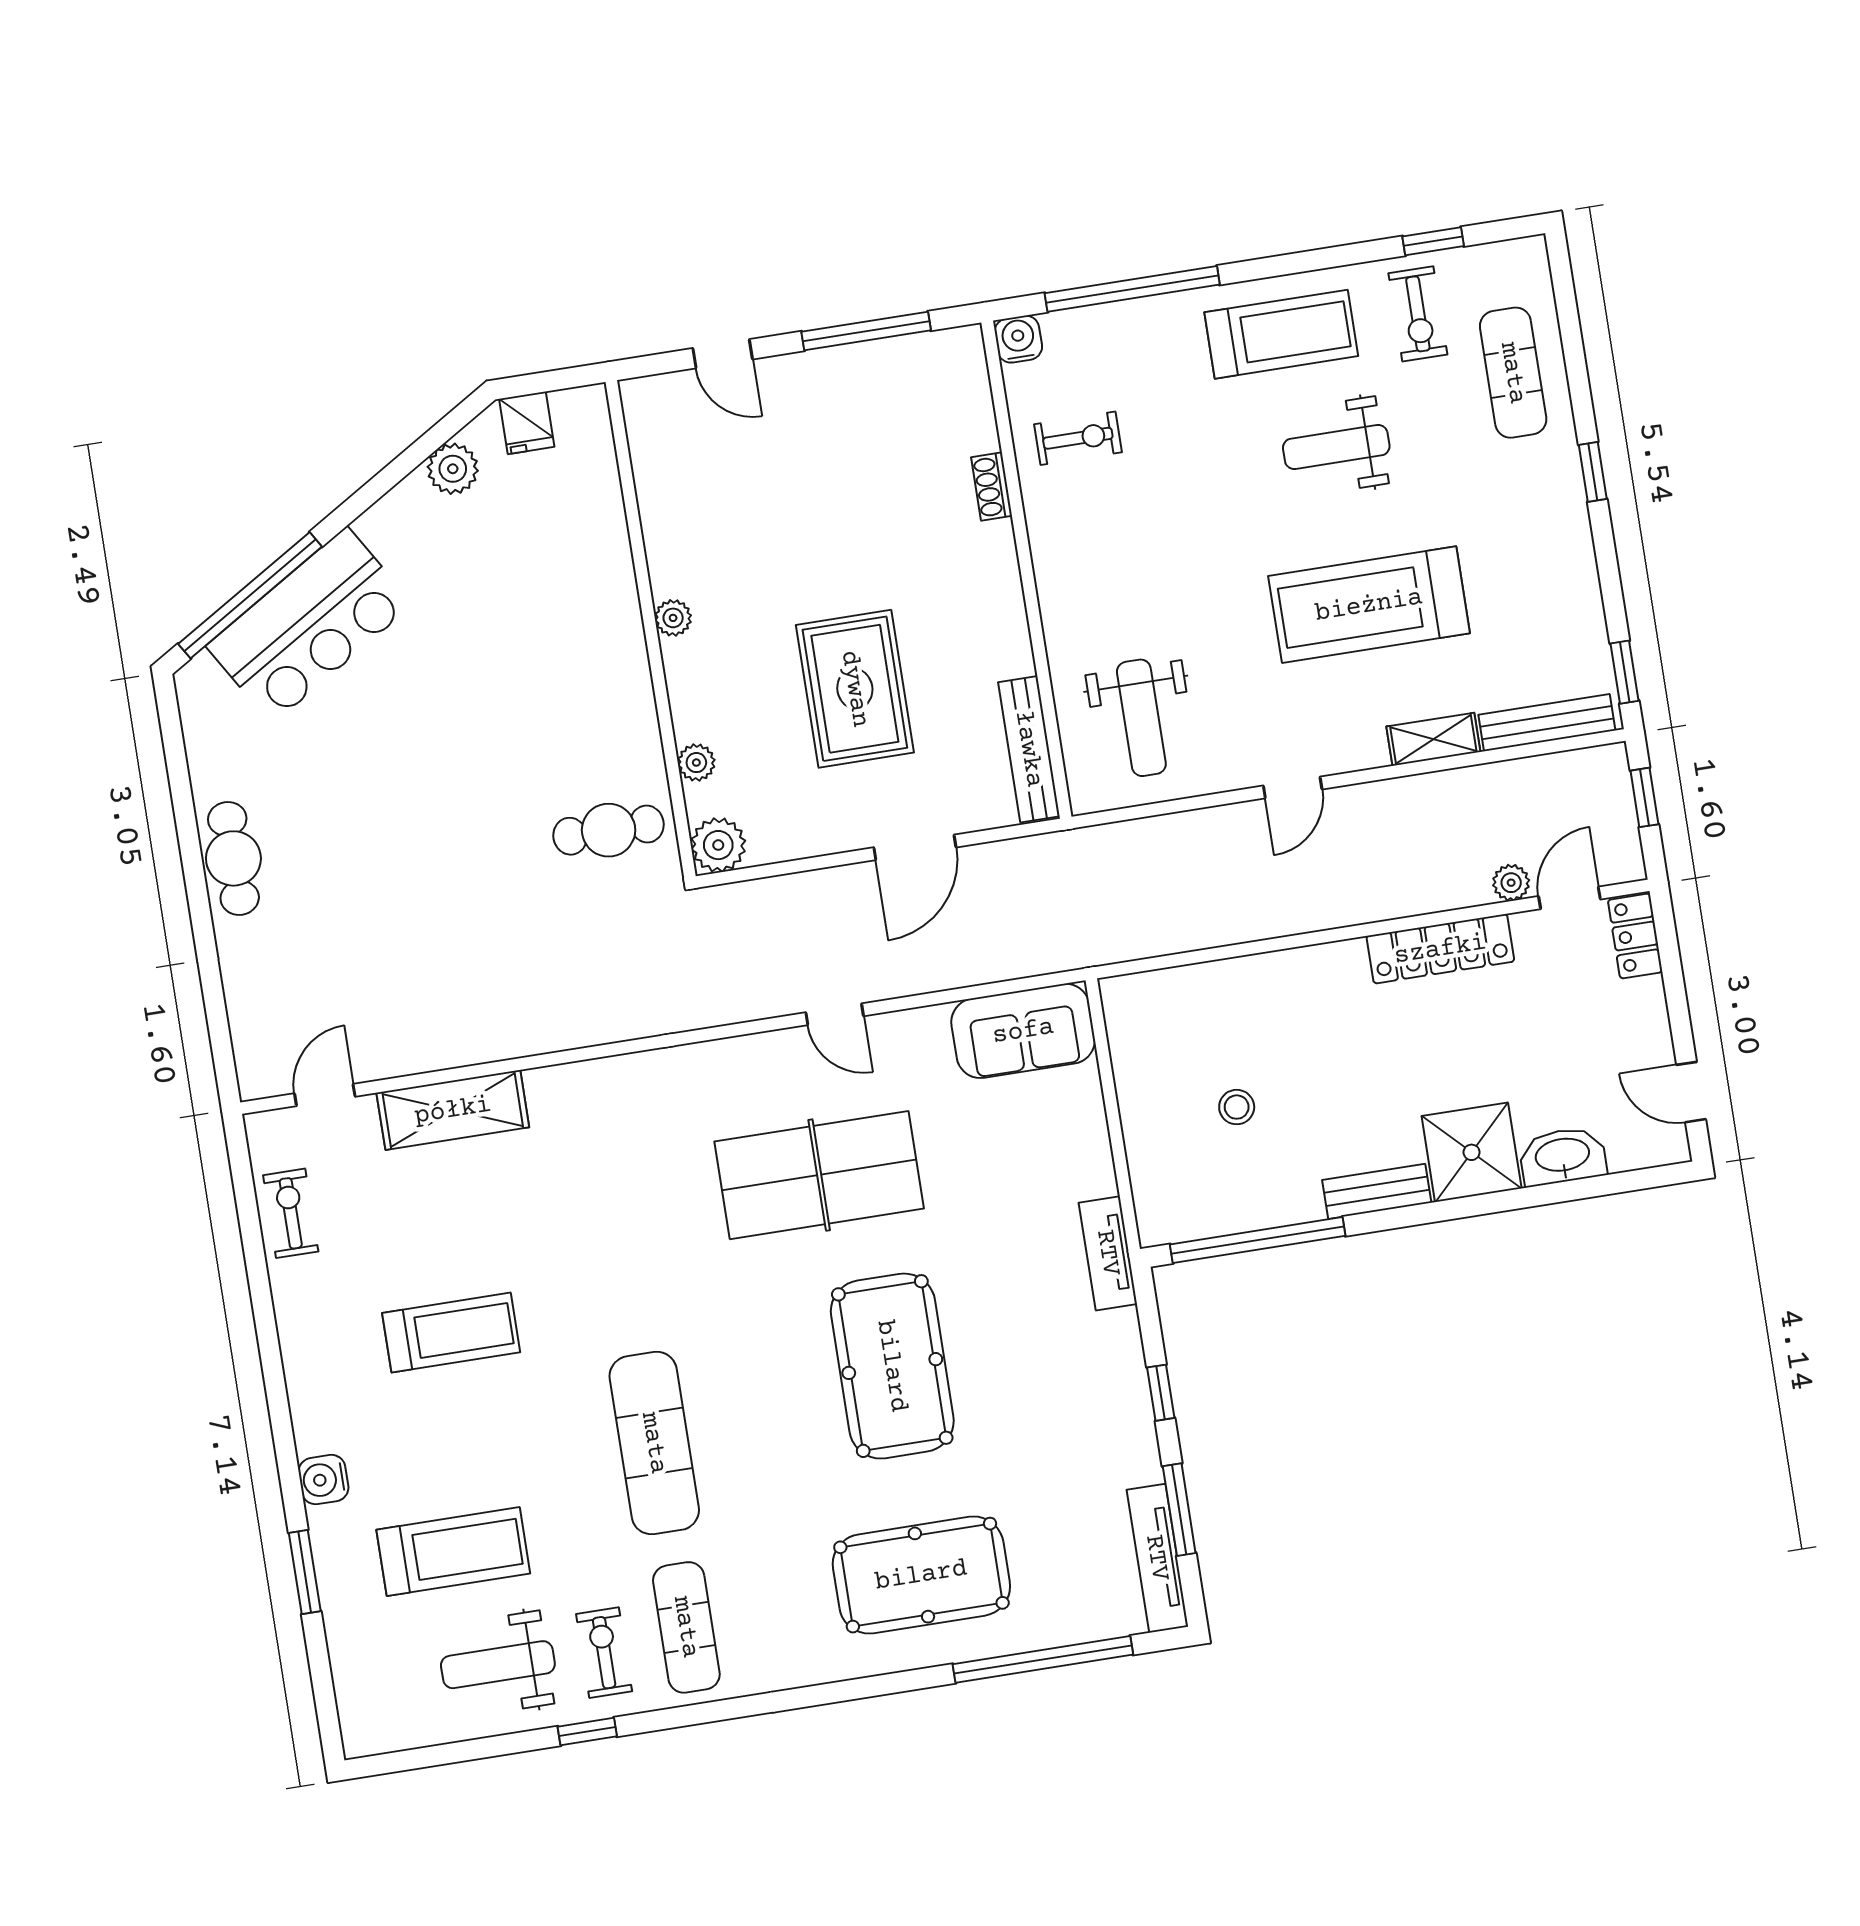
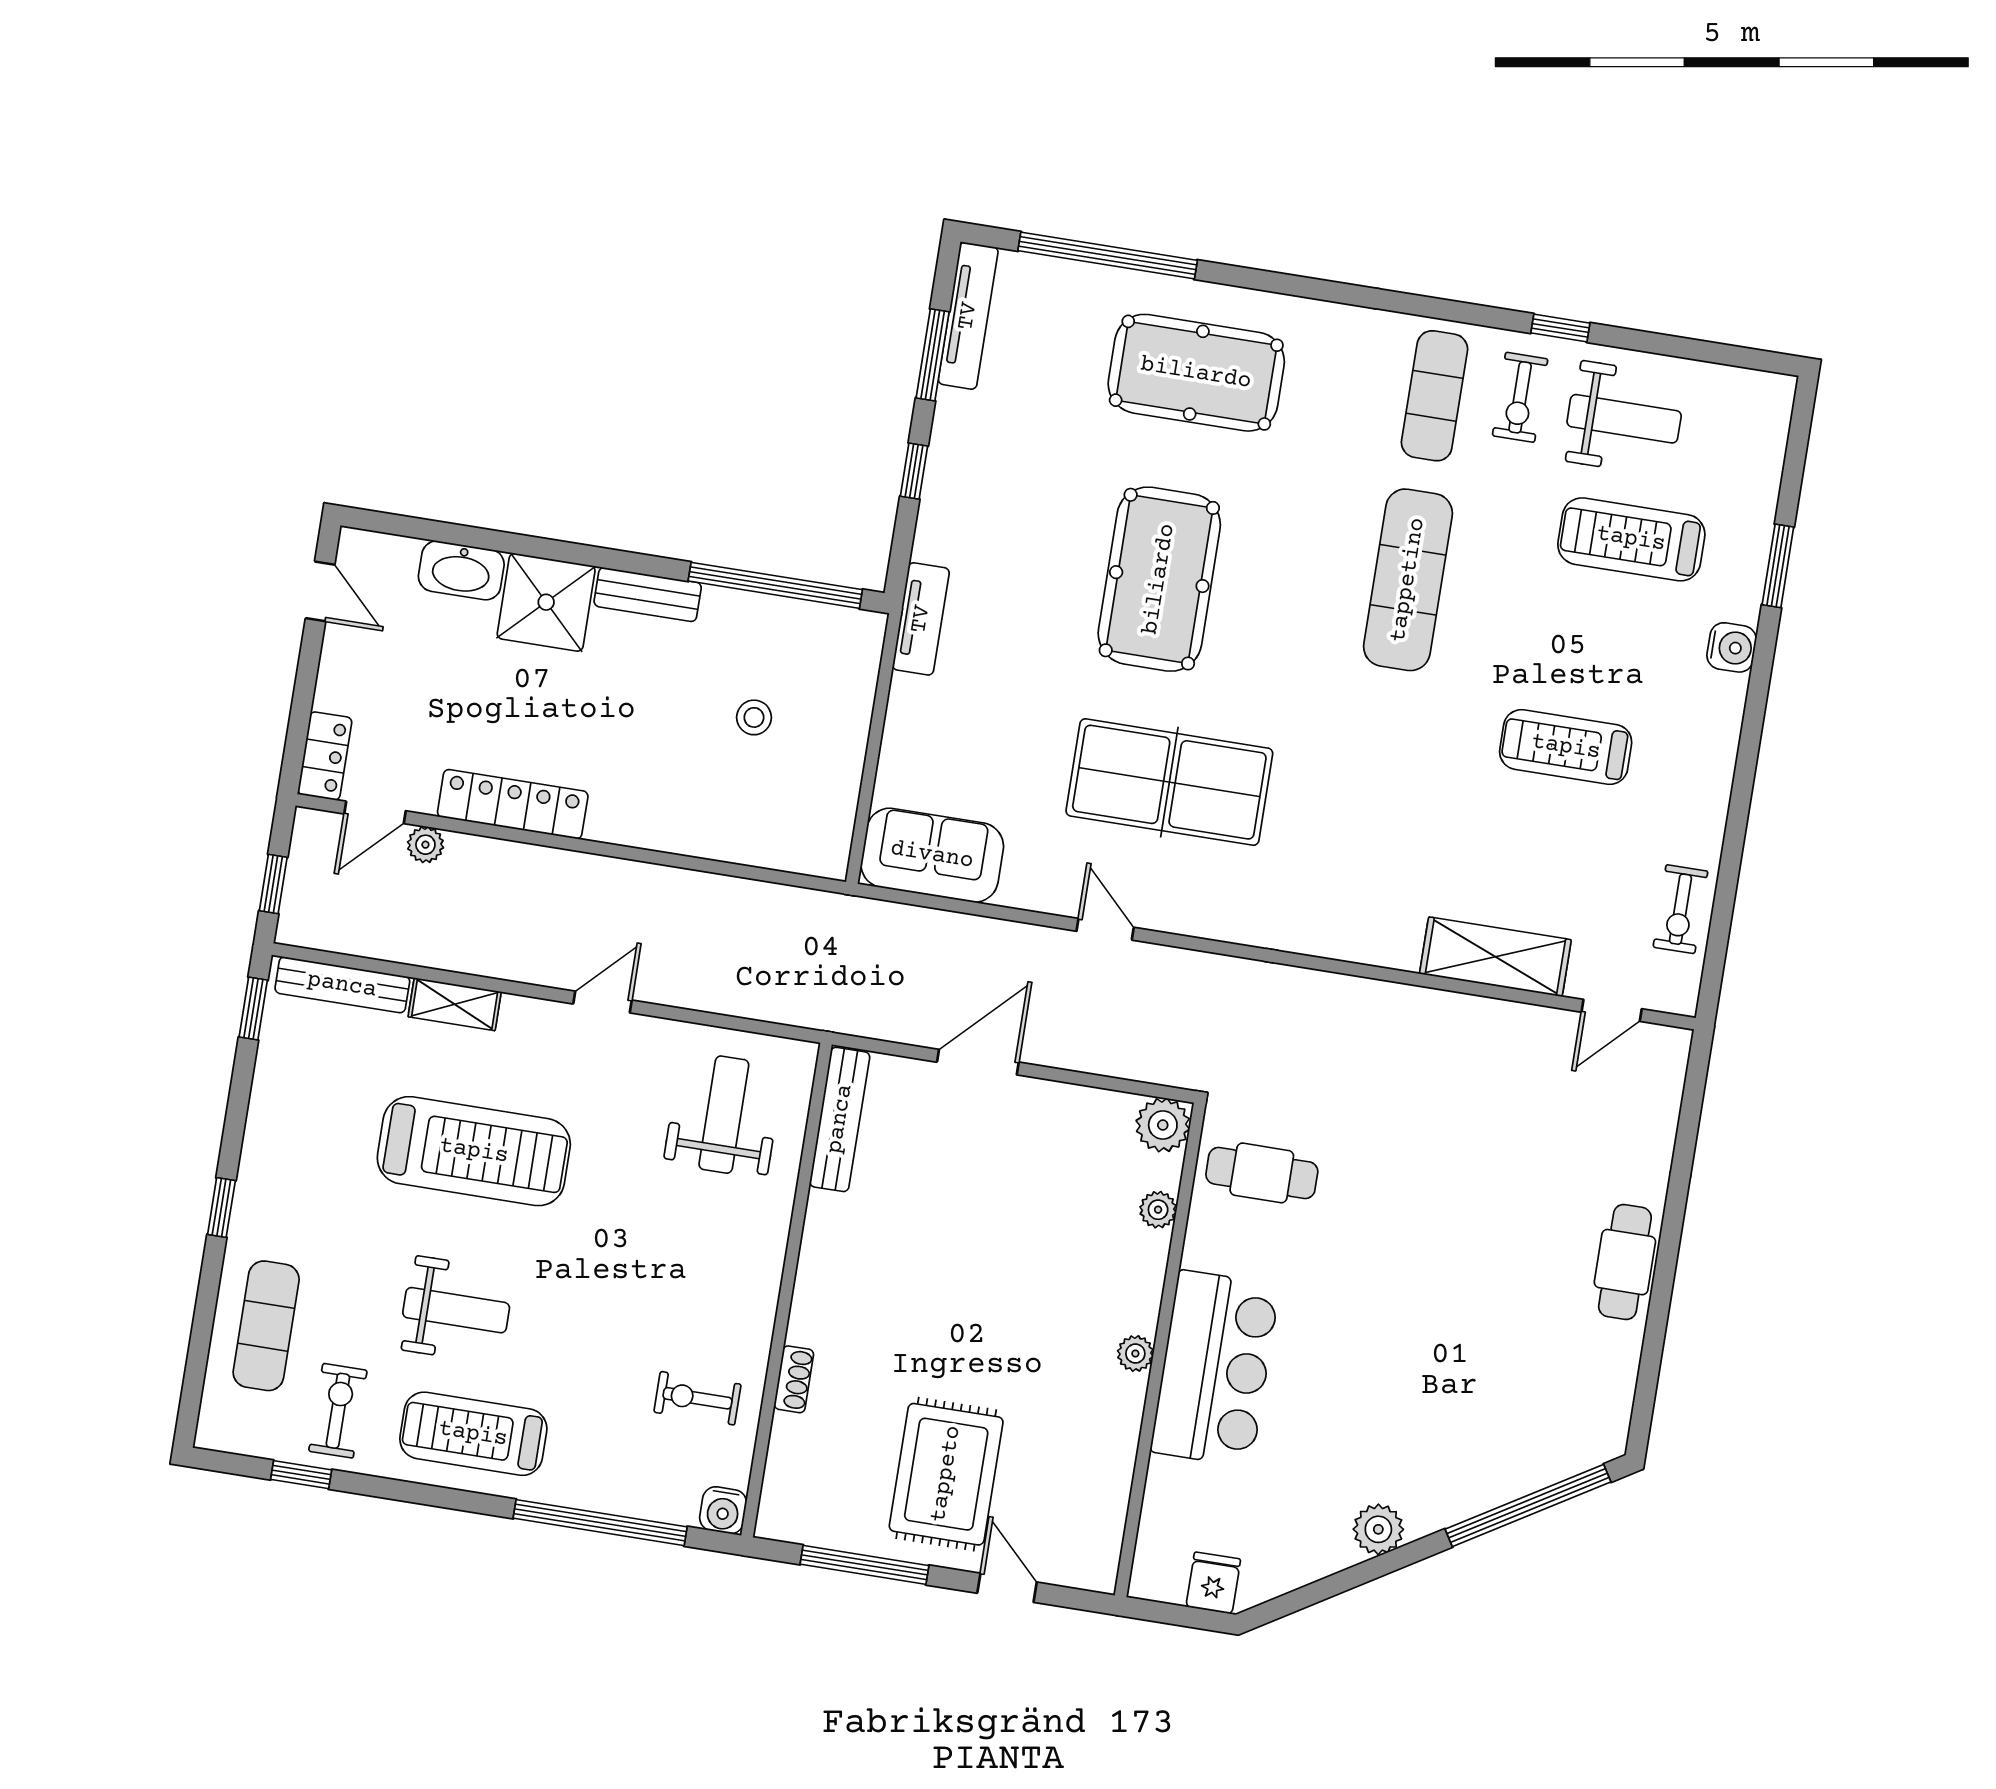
plant: (453, 469) -> (1378, 1529), moved
bar counter: (310, 625) -> (1215, 1368), moved, turned 121
rug: (855, 689) -> (946, 1474), moved

